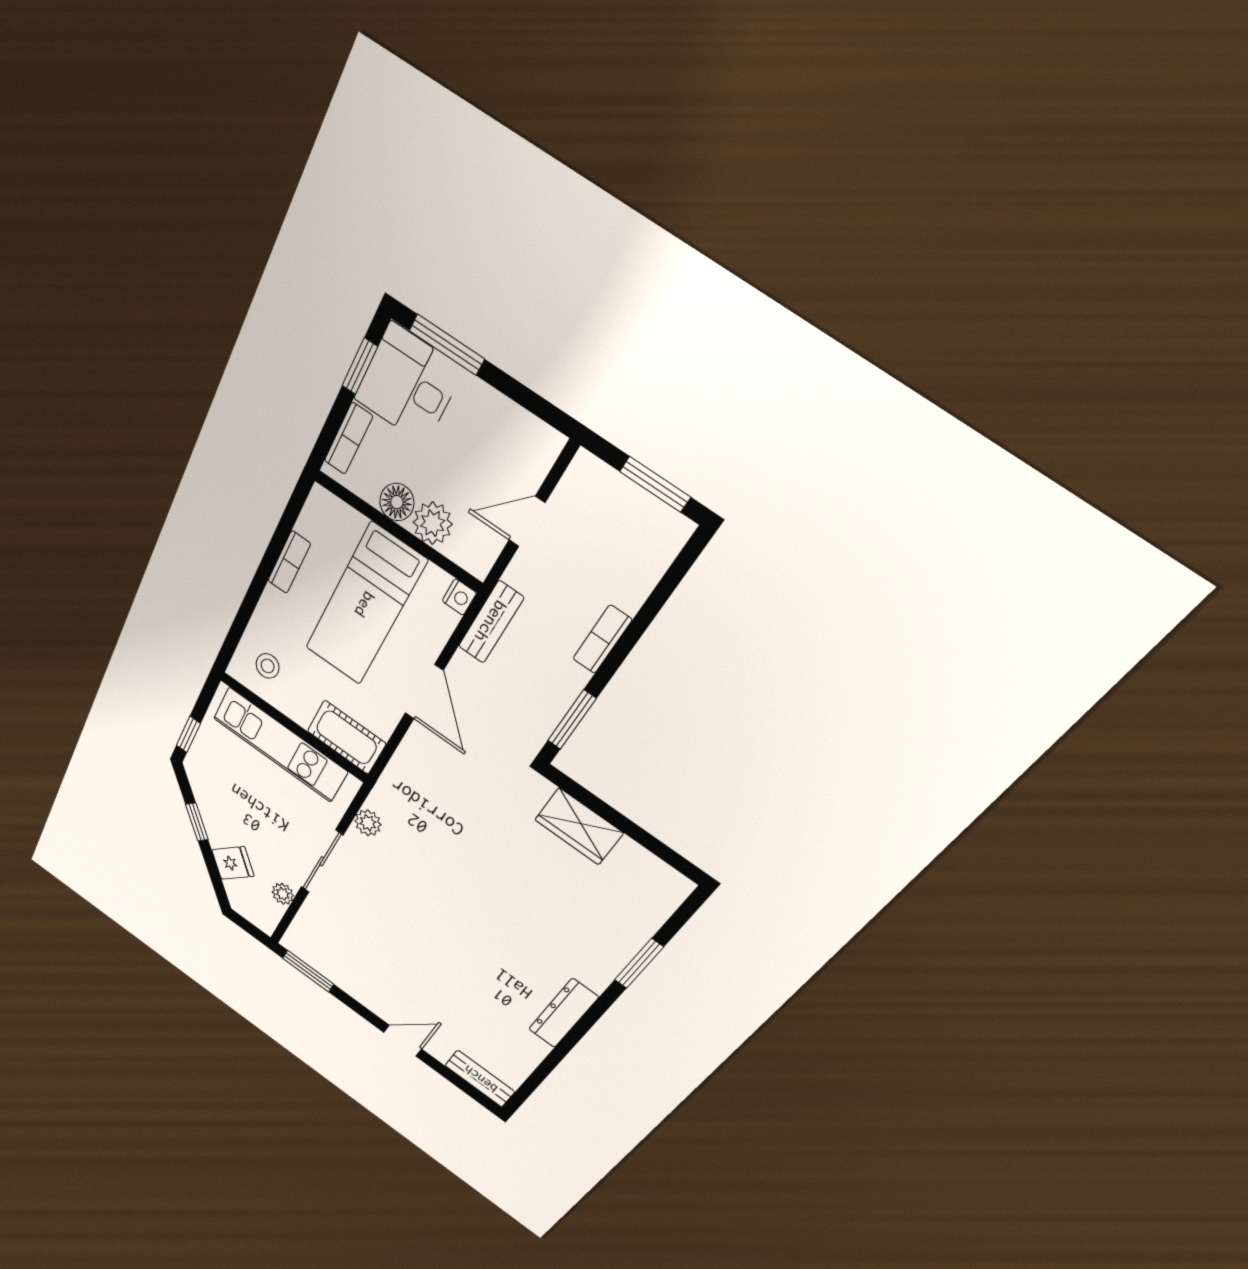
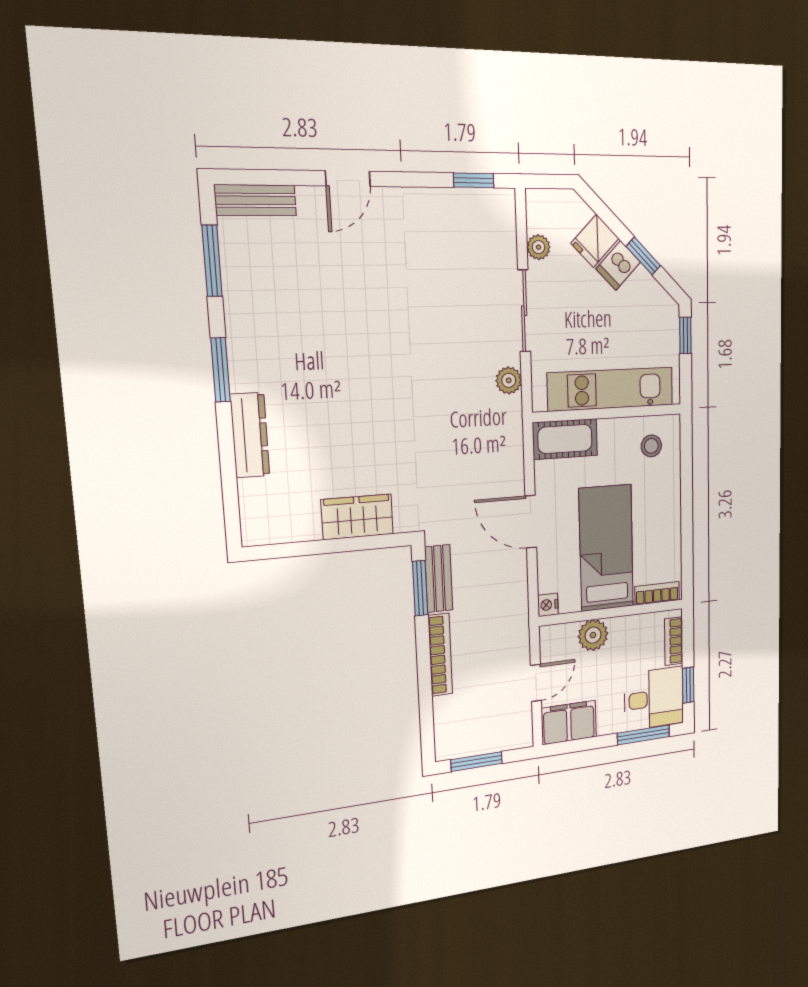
filing cabinet: (522, 440) -> (569, 723), added
floor lamp: (397, 502) -> (623, 629), removed
bookcase: (289, 562) -> (657, 593), moved, turned 90
bench: (491, 622) -> (439, 579), moved
bookcase: (602, 639) -> (440, 655), width x1.56
dishwasher: (222, 832) -> (618, 265), added
window: (639, 964) -> (221, 370), moved
window: (308, 971) -> (474, 180), width x0.67
dresser: (563, 1013) -> (250, 435), moved
window: (541, 1072) -> (212, 261), added

